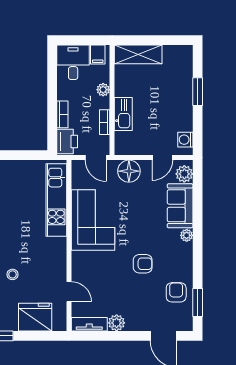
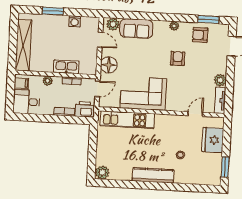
shelving: (138, 54) -> (23, 45), width x1.47
washing machine: (185, 140) -> (75, 21), moved
plant: (187, 235) -> (174, 26), moved

